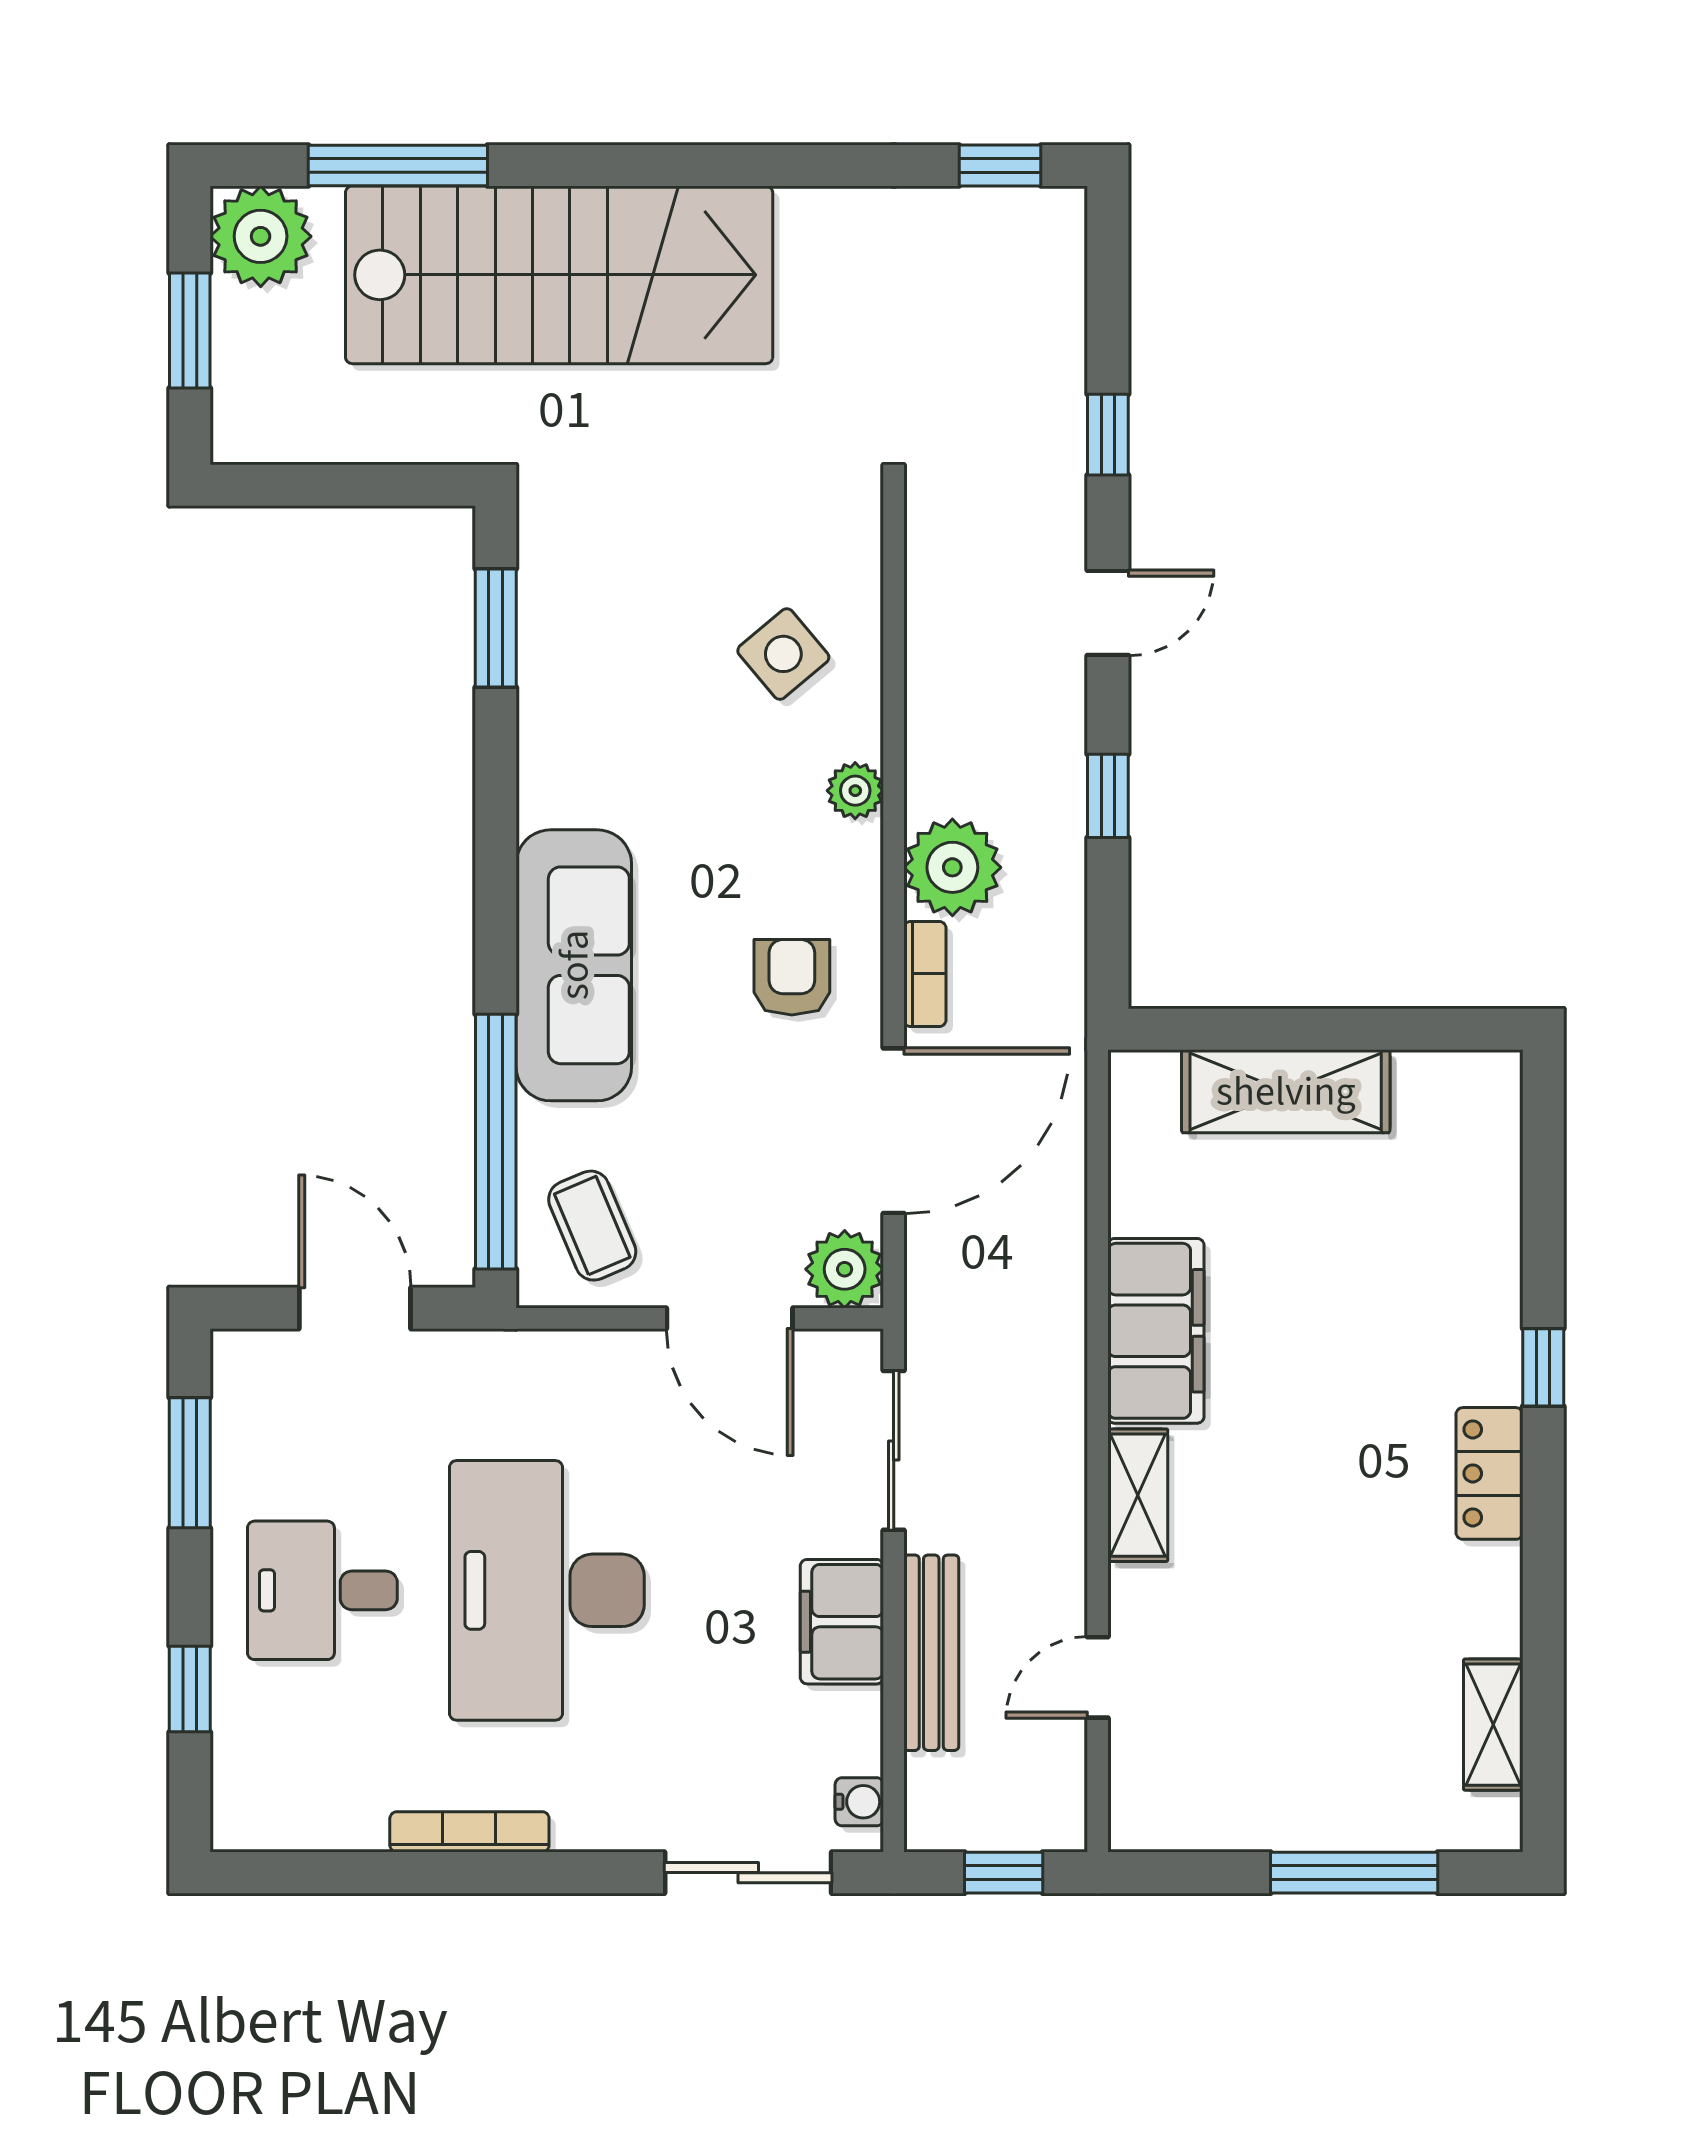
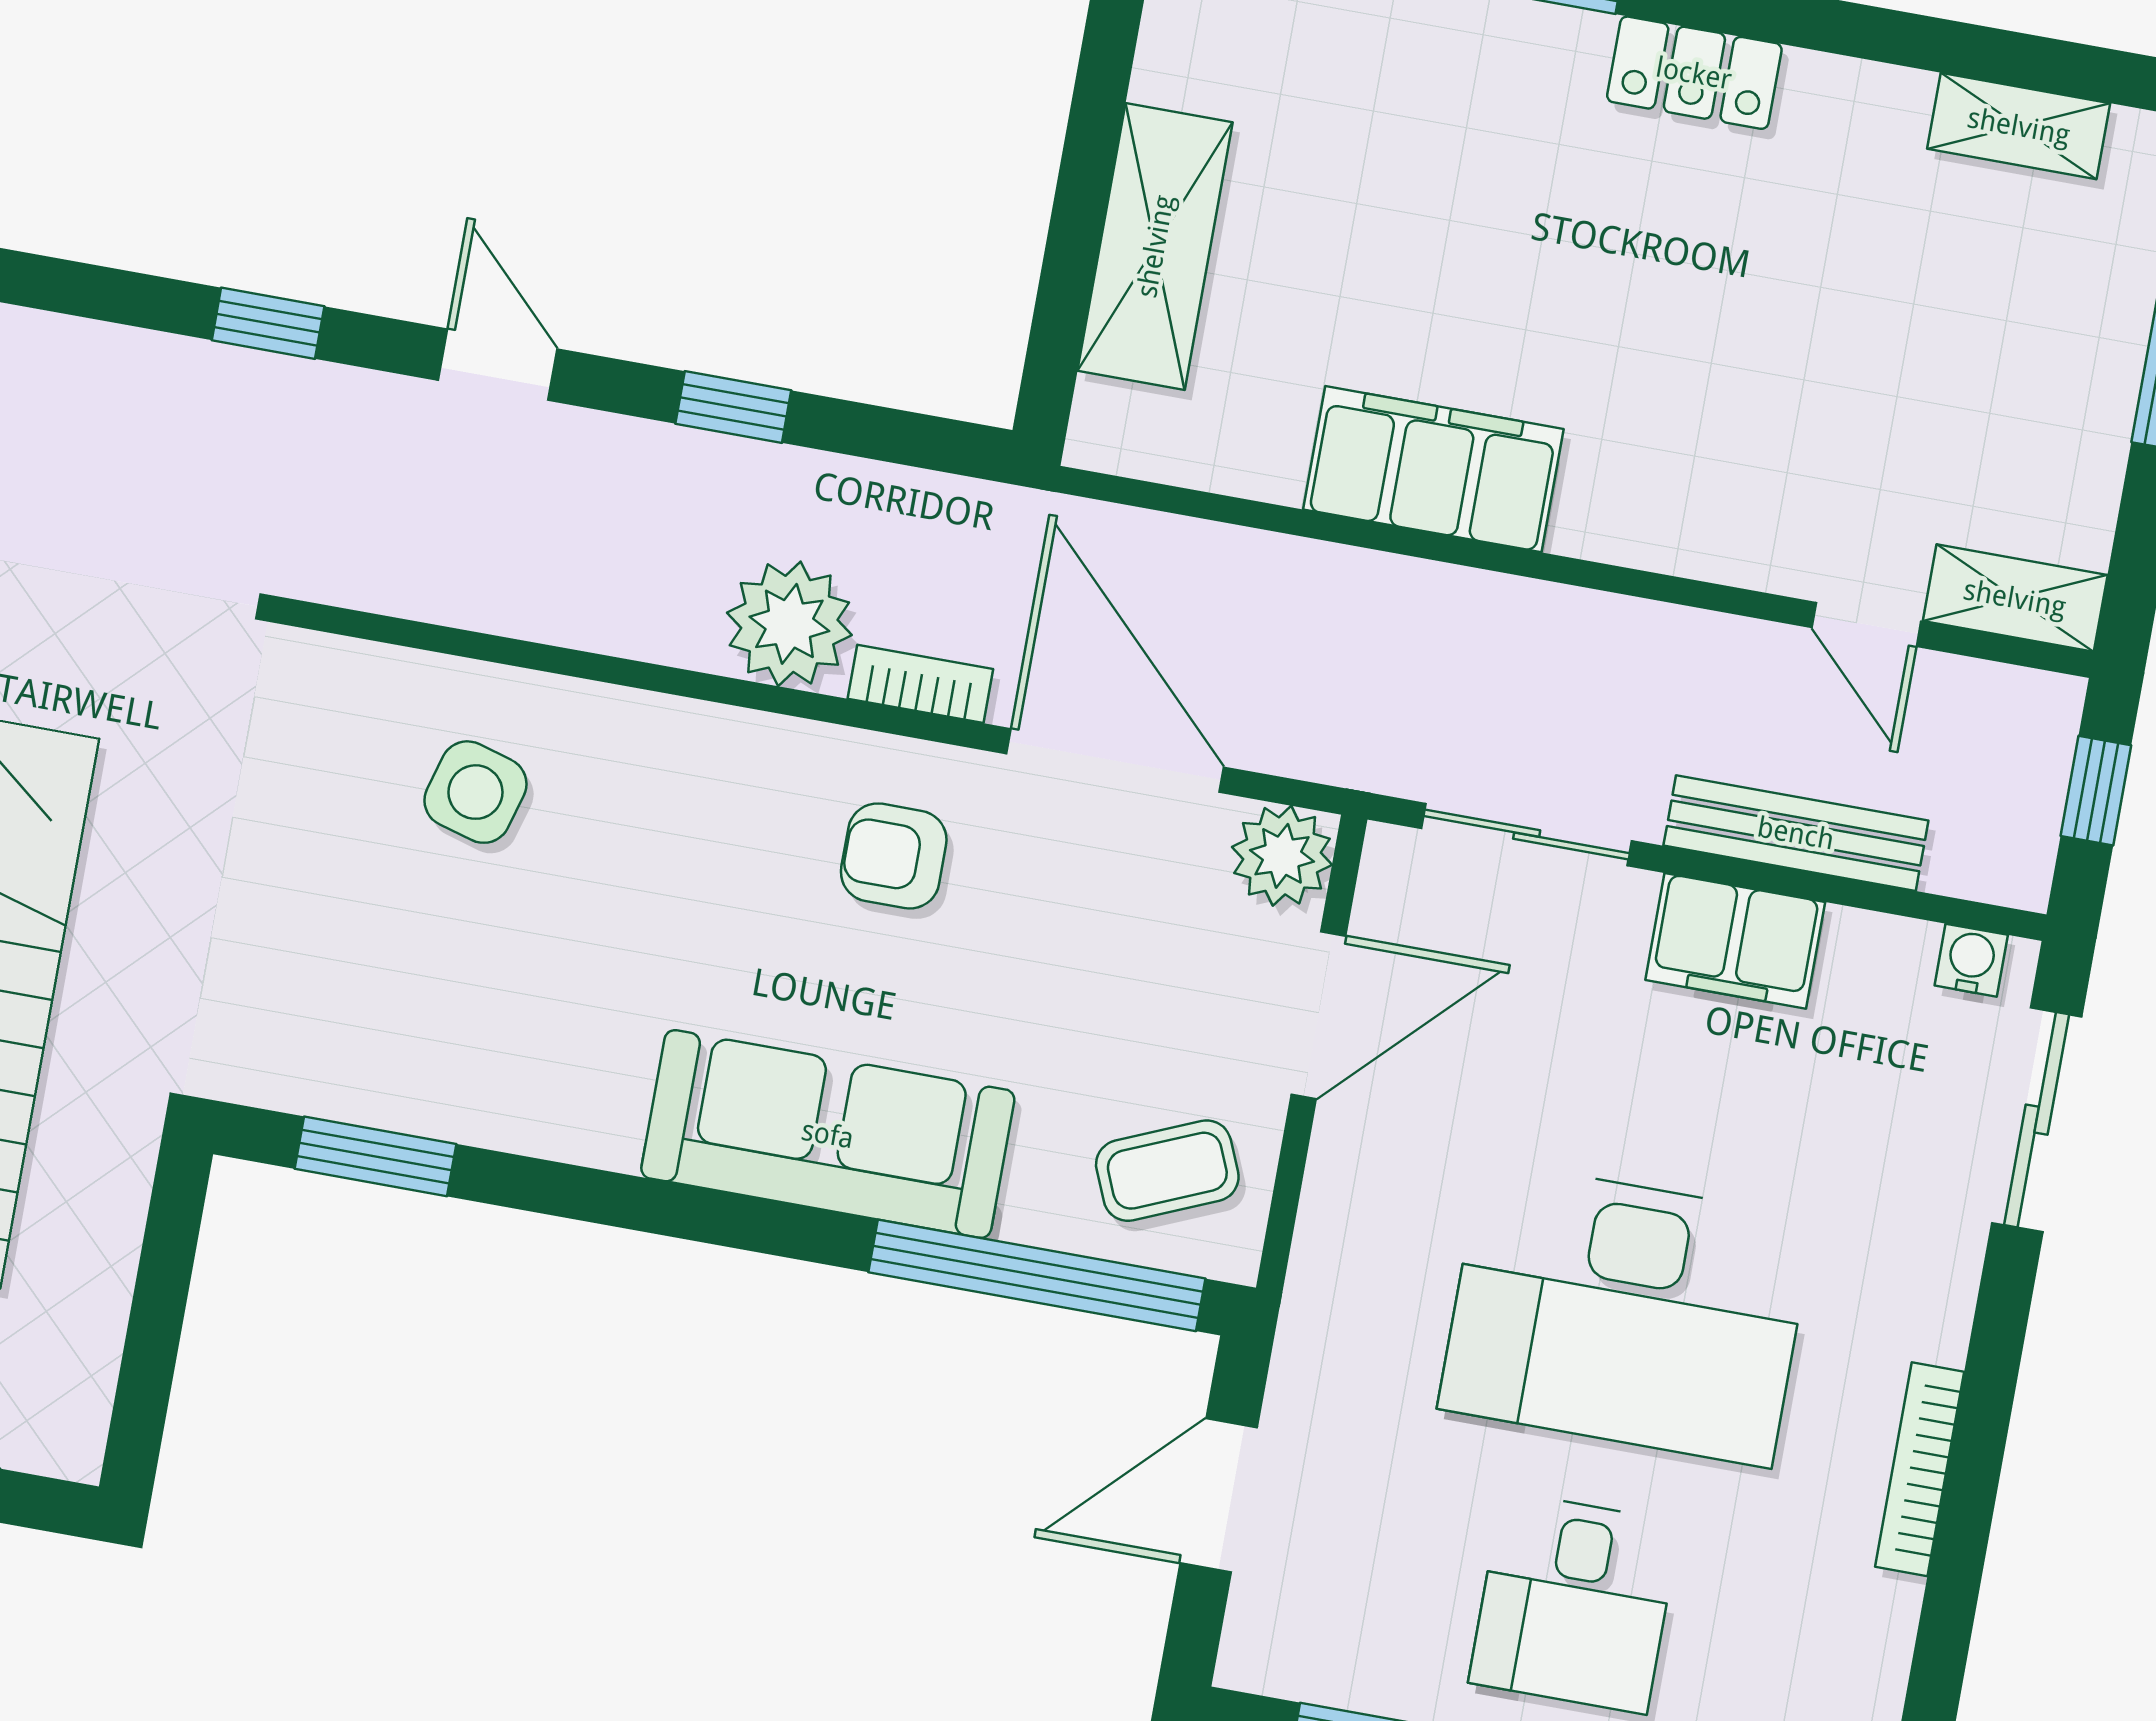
side table: (783, 654) -> (475, 792), turned -34
plant: (855, 791) -> (668, 731), removed
shelving: (1138, 1495) -> (2015, 598), moved

